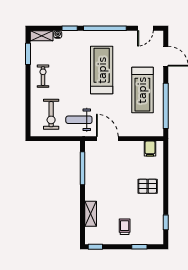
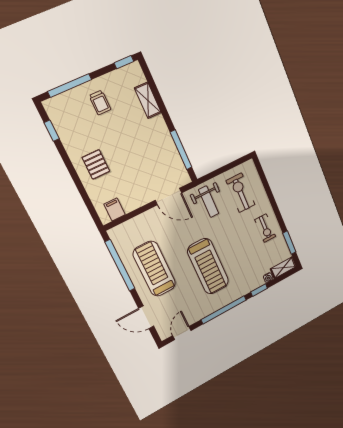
weight bench: (79, 120) -> (209, 202), turned 90
pallet: (148, 186) -> (96, 164), turned 90
window: (139, 247) -> (70, 86), width x2.17

